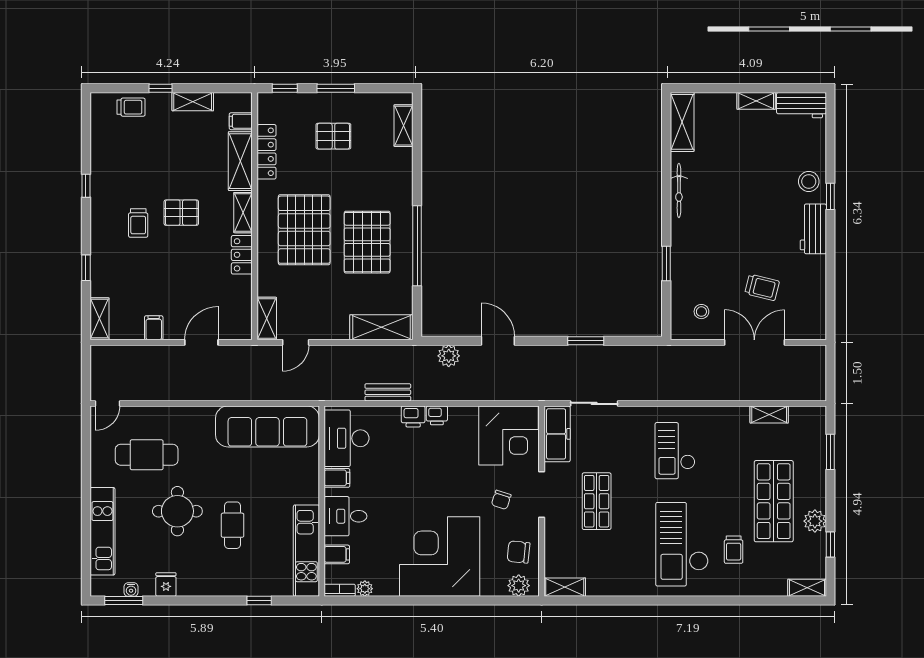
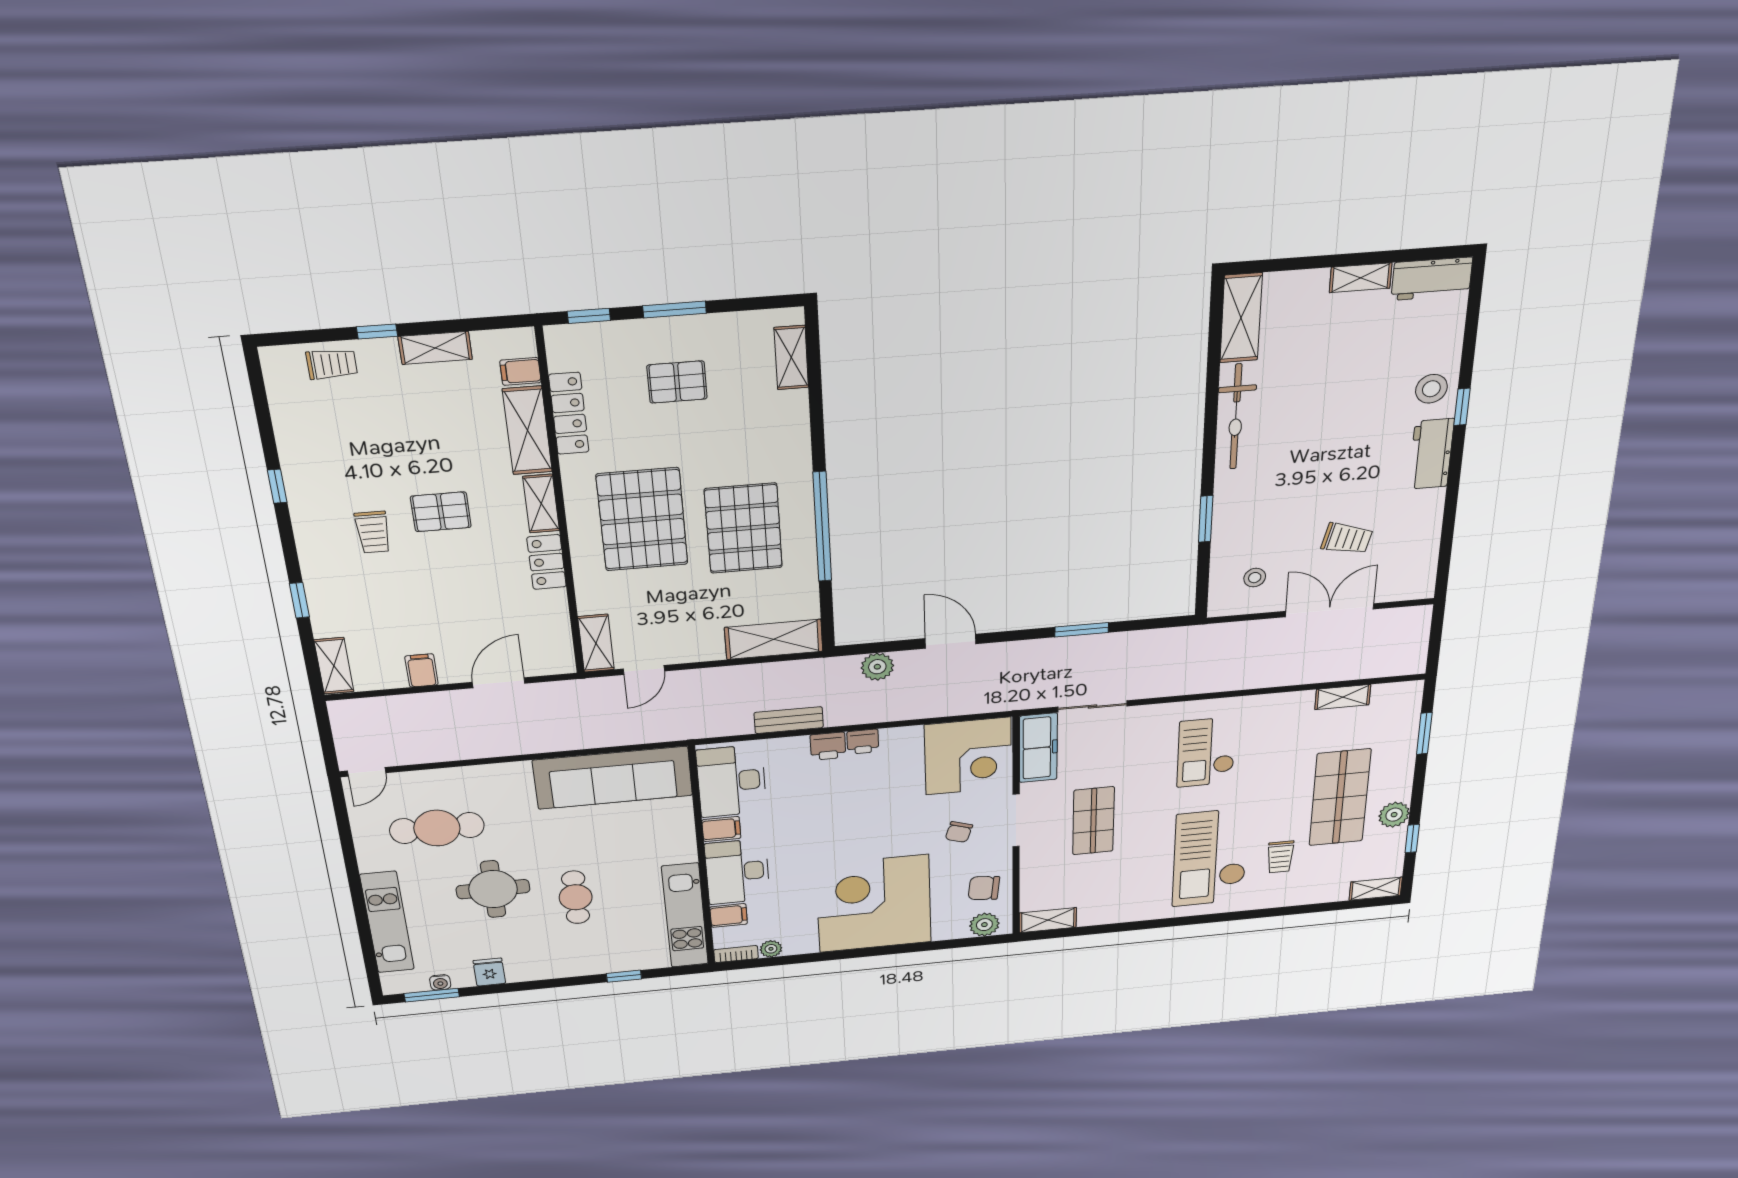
bicycle: (679, 190) -> (1236, 417), width x1.37, depth x1.40
desk: (345, 516) -> (737, 872), width x1.37

